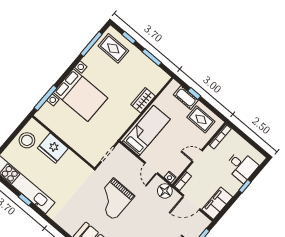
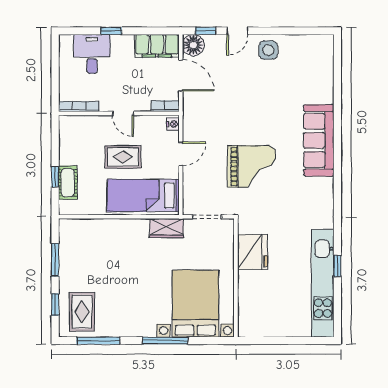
bed with nightstands: (81, 95) -> (196, 304), moved
window: (45, 98) -> (165, 341), moved
wardrobe: (143, 100) -> (167, 228), moved
rug: (201, 119) -> (123, 157), moved, turned 90
stool: (27, 140) -> (269, 321), removed
fridge: (53, 148) -> (253, 252), moved
floor lamp: (165, 191) -> (193, 45), moved

